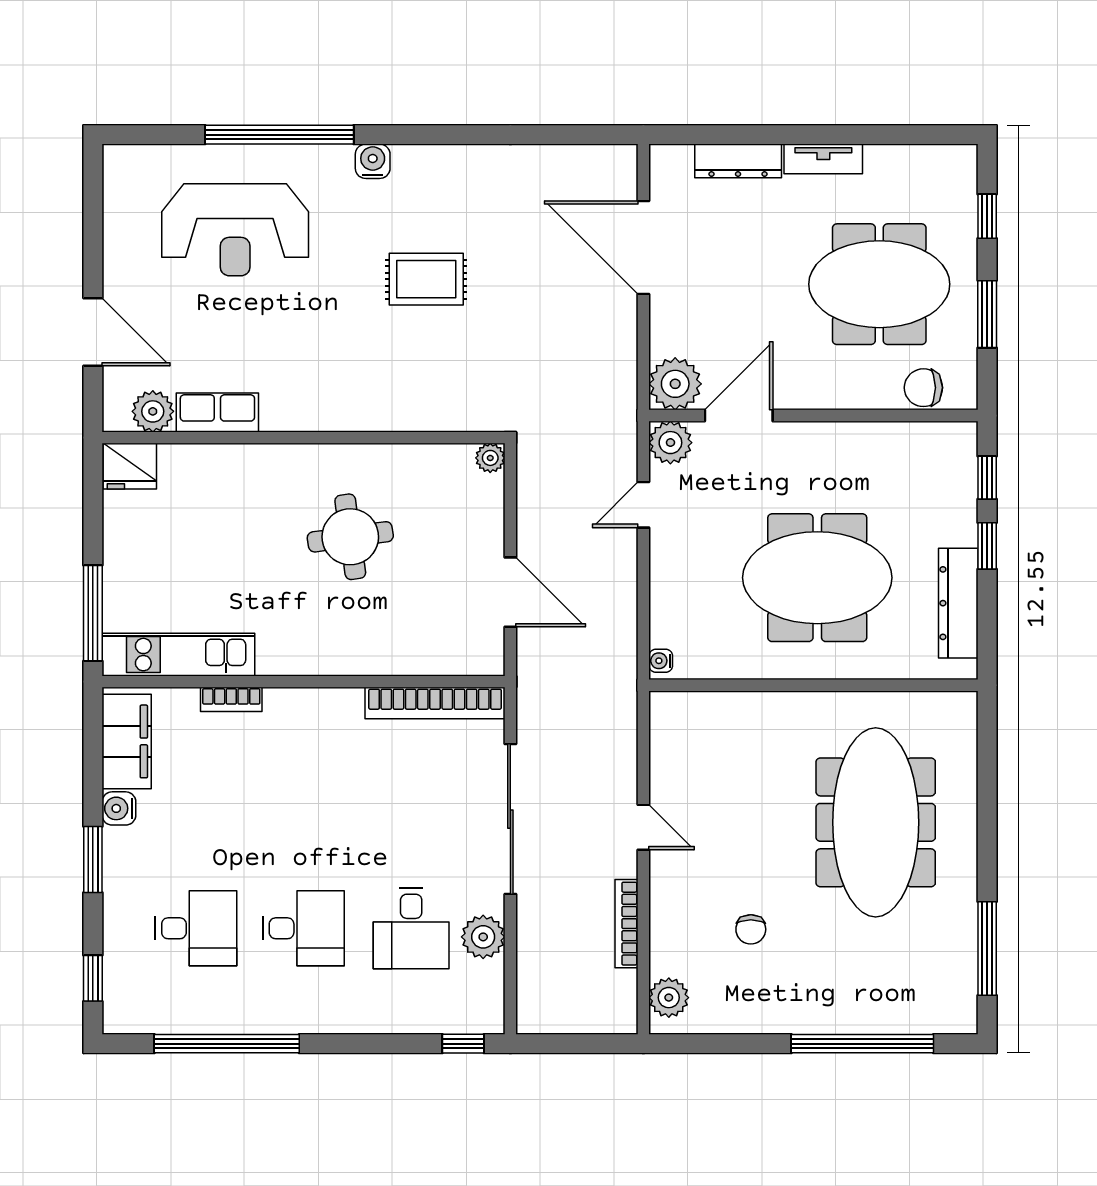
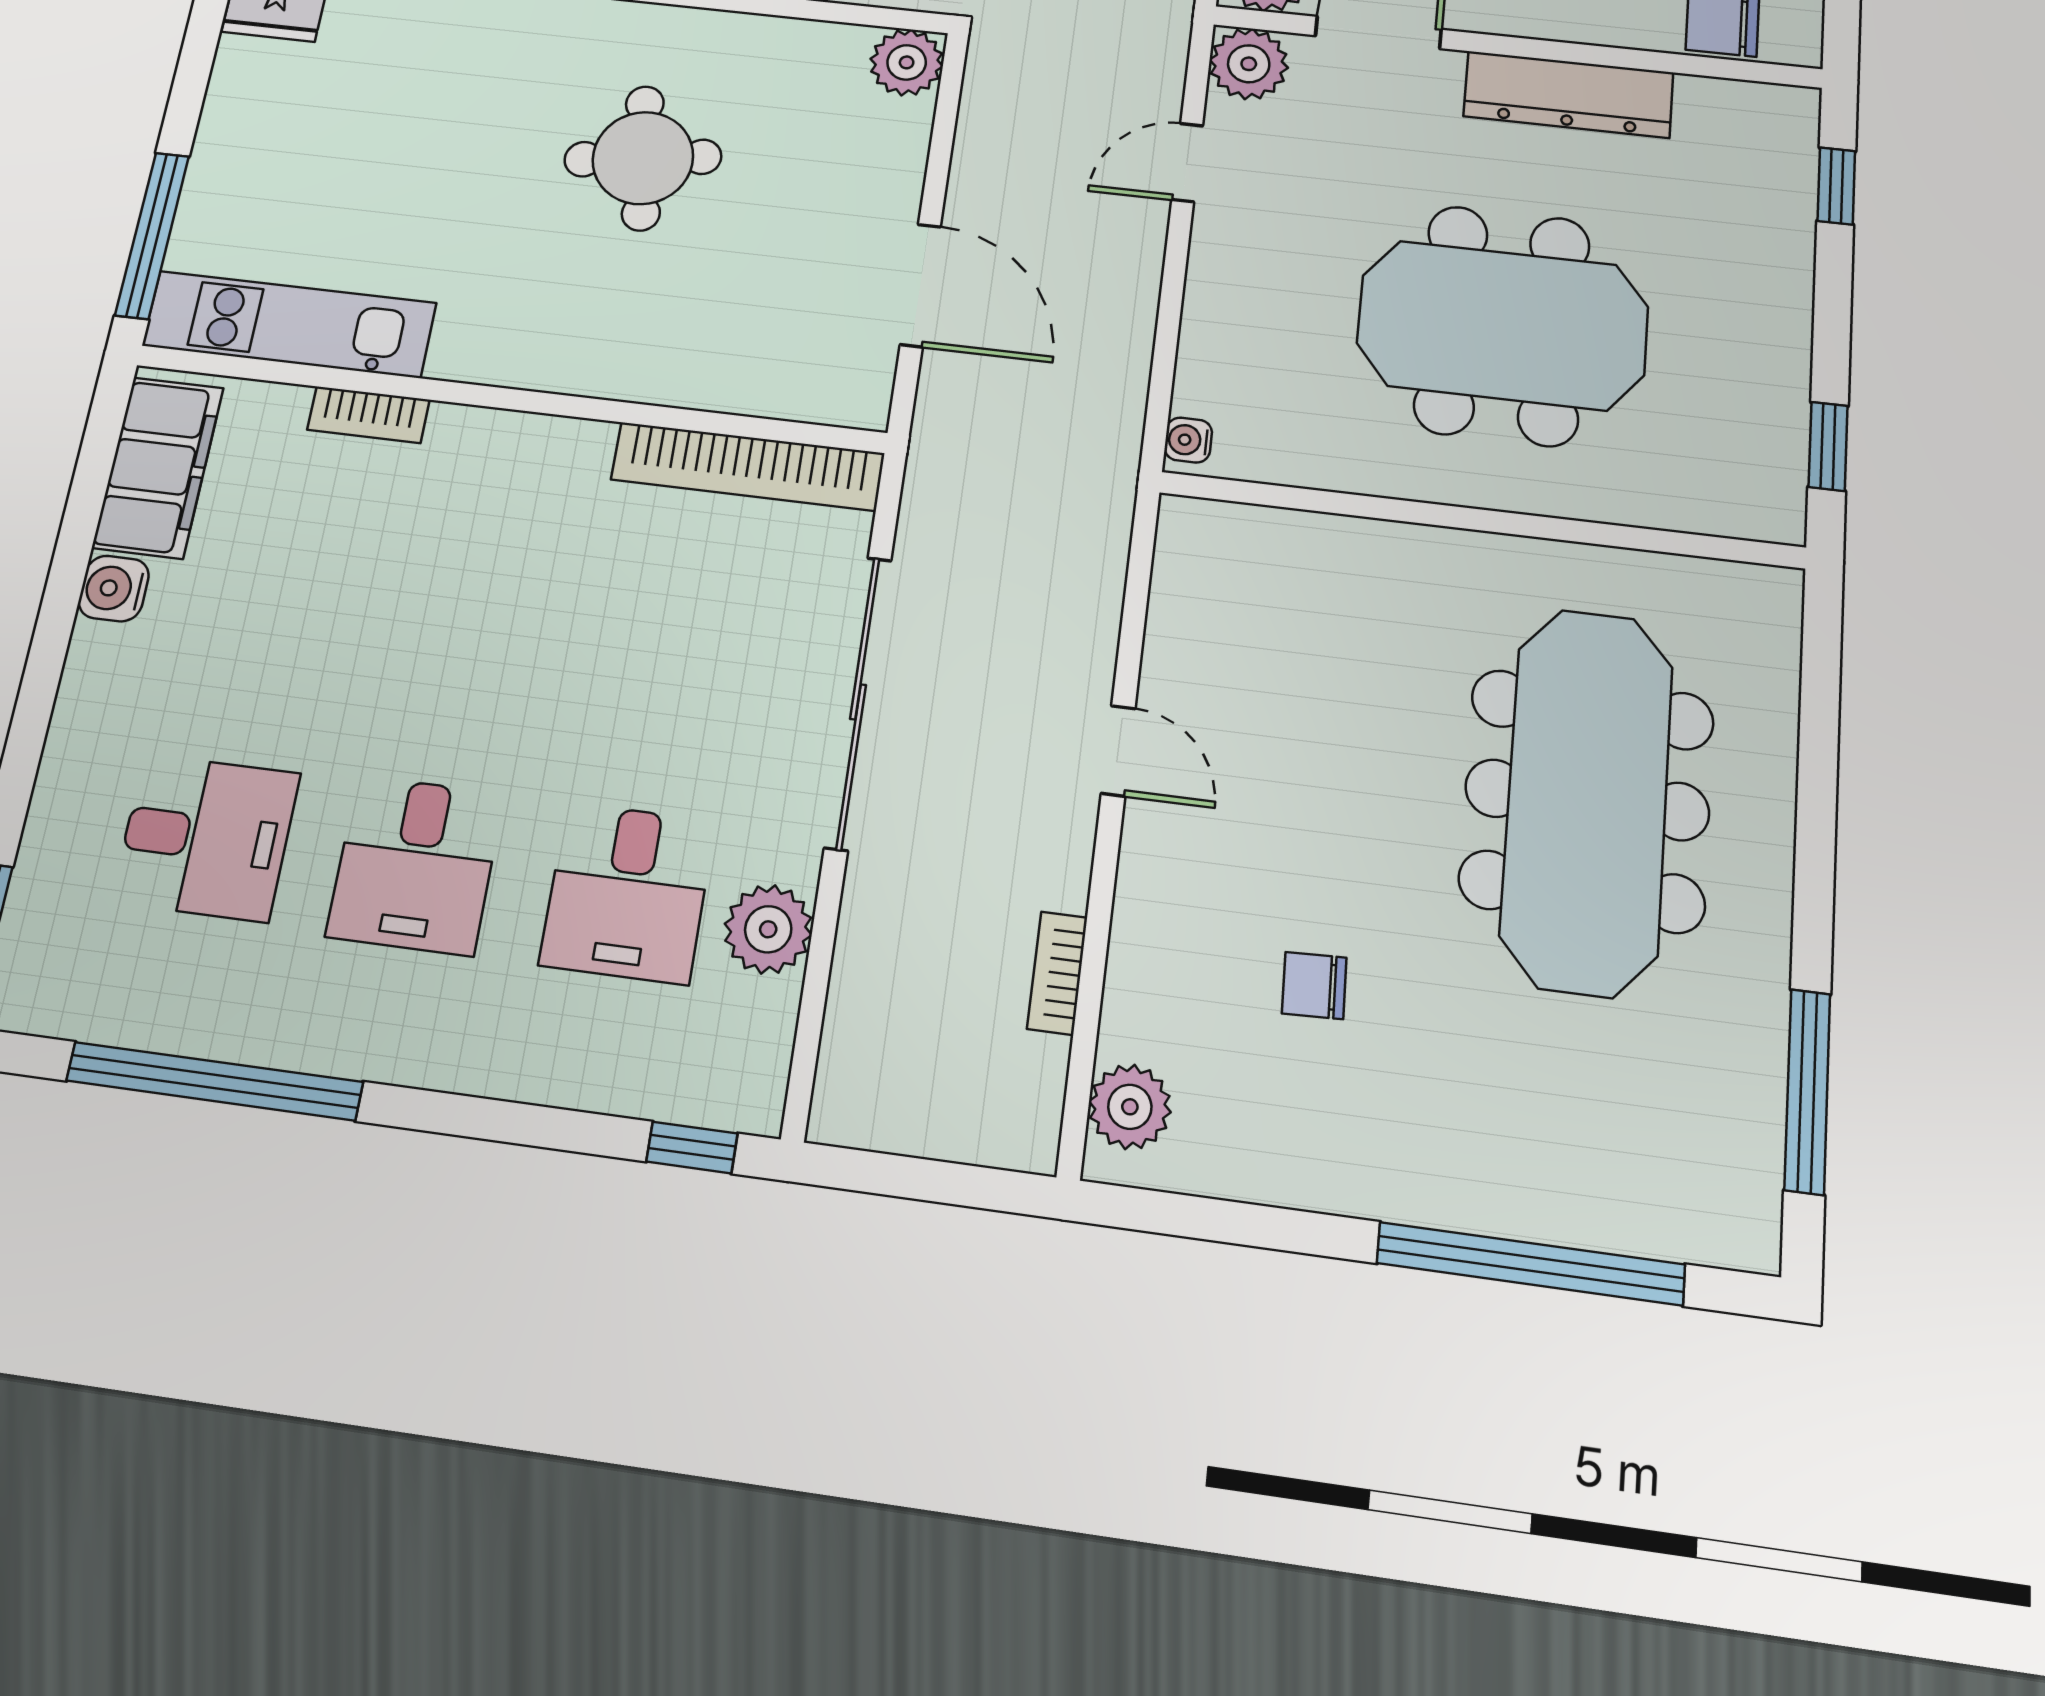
plant: (490, 458) -> (907, 62), width x1.38, depth x1.38
window: (987, 546) -> (1828, 446), moved
dresser: (958, 603) -> (1568, 94), moved, turned -90
window: (93, 859) -> (41, 678), removed
bookcase: (627, 924) -> (1057, 973), width x0.64
desk: (304, 928) -> (415, 865), turned 90
chair: (751, 929) -> (1314, 986), turned 88

